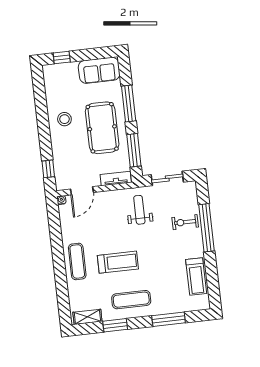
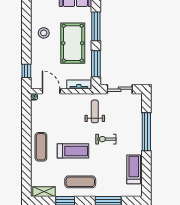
door: (82, 191) -> (51, 91), swing flipped
exercise bike: (185, 222) -> (106, 139), moved
treadmill: (196, 276) -> (134, 169), turned 180

